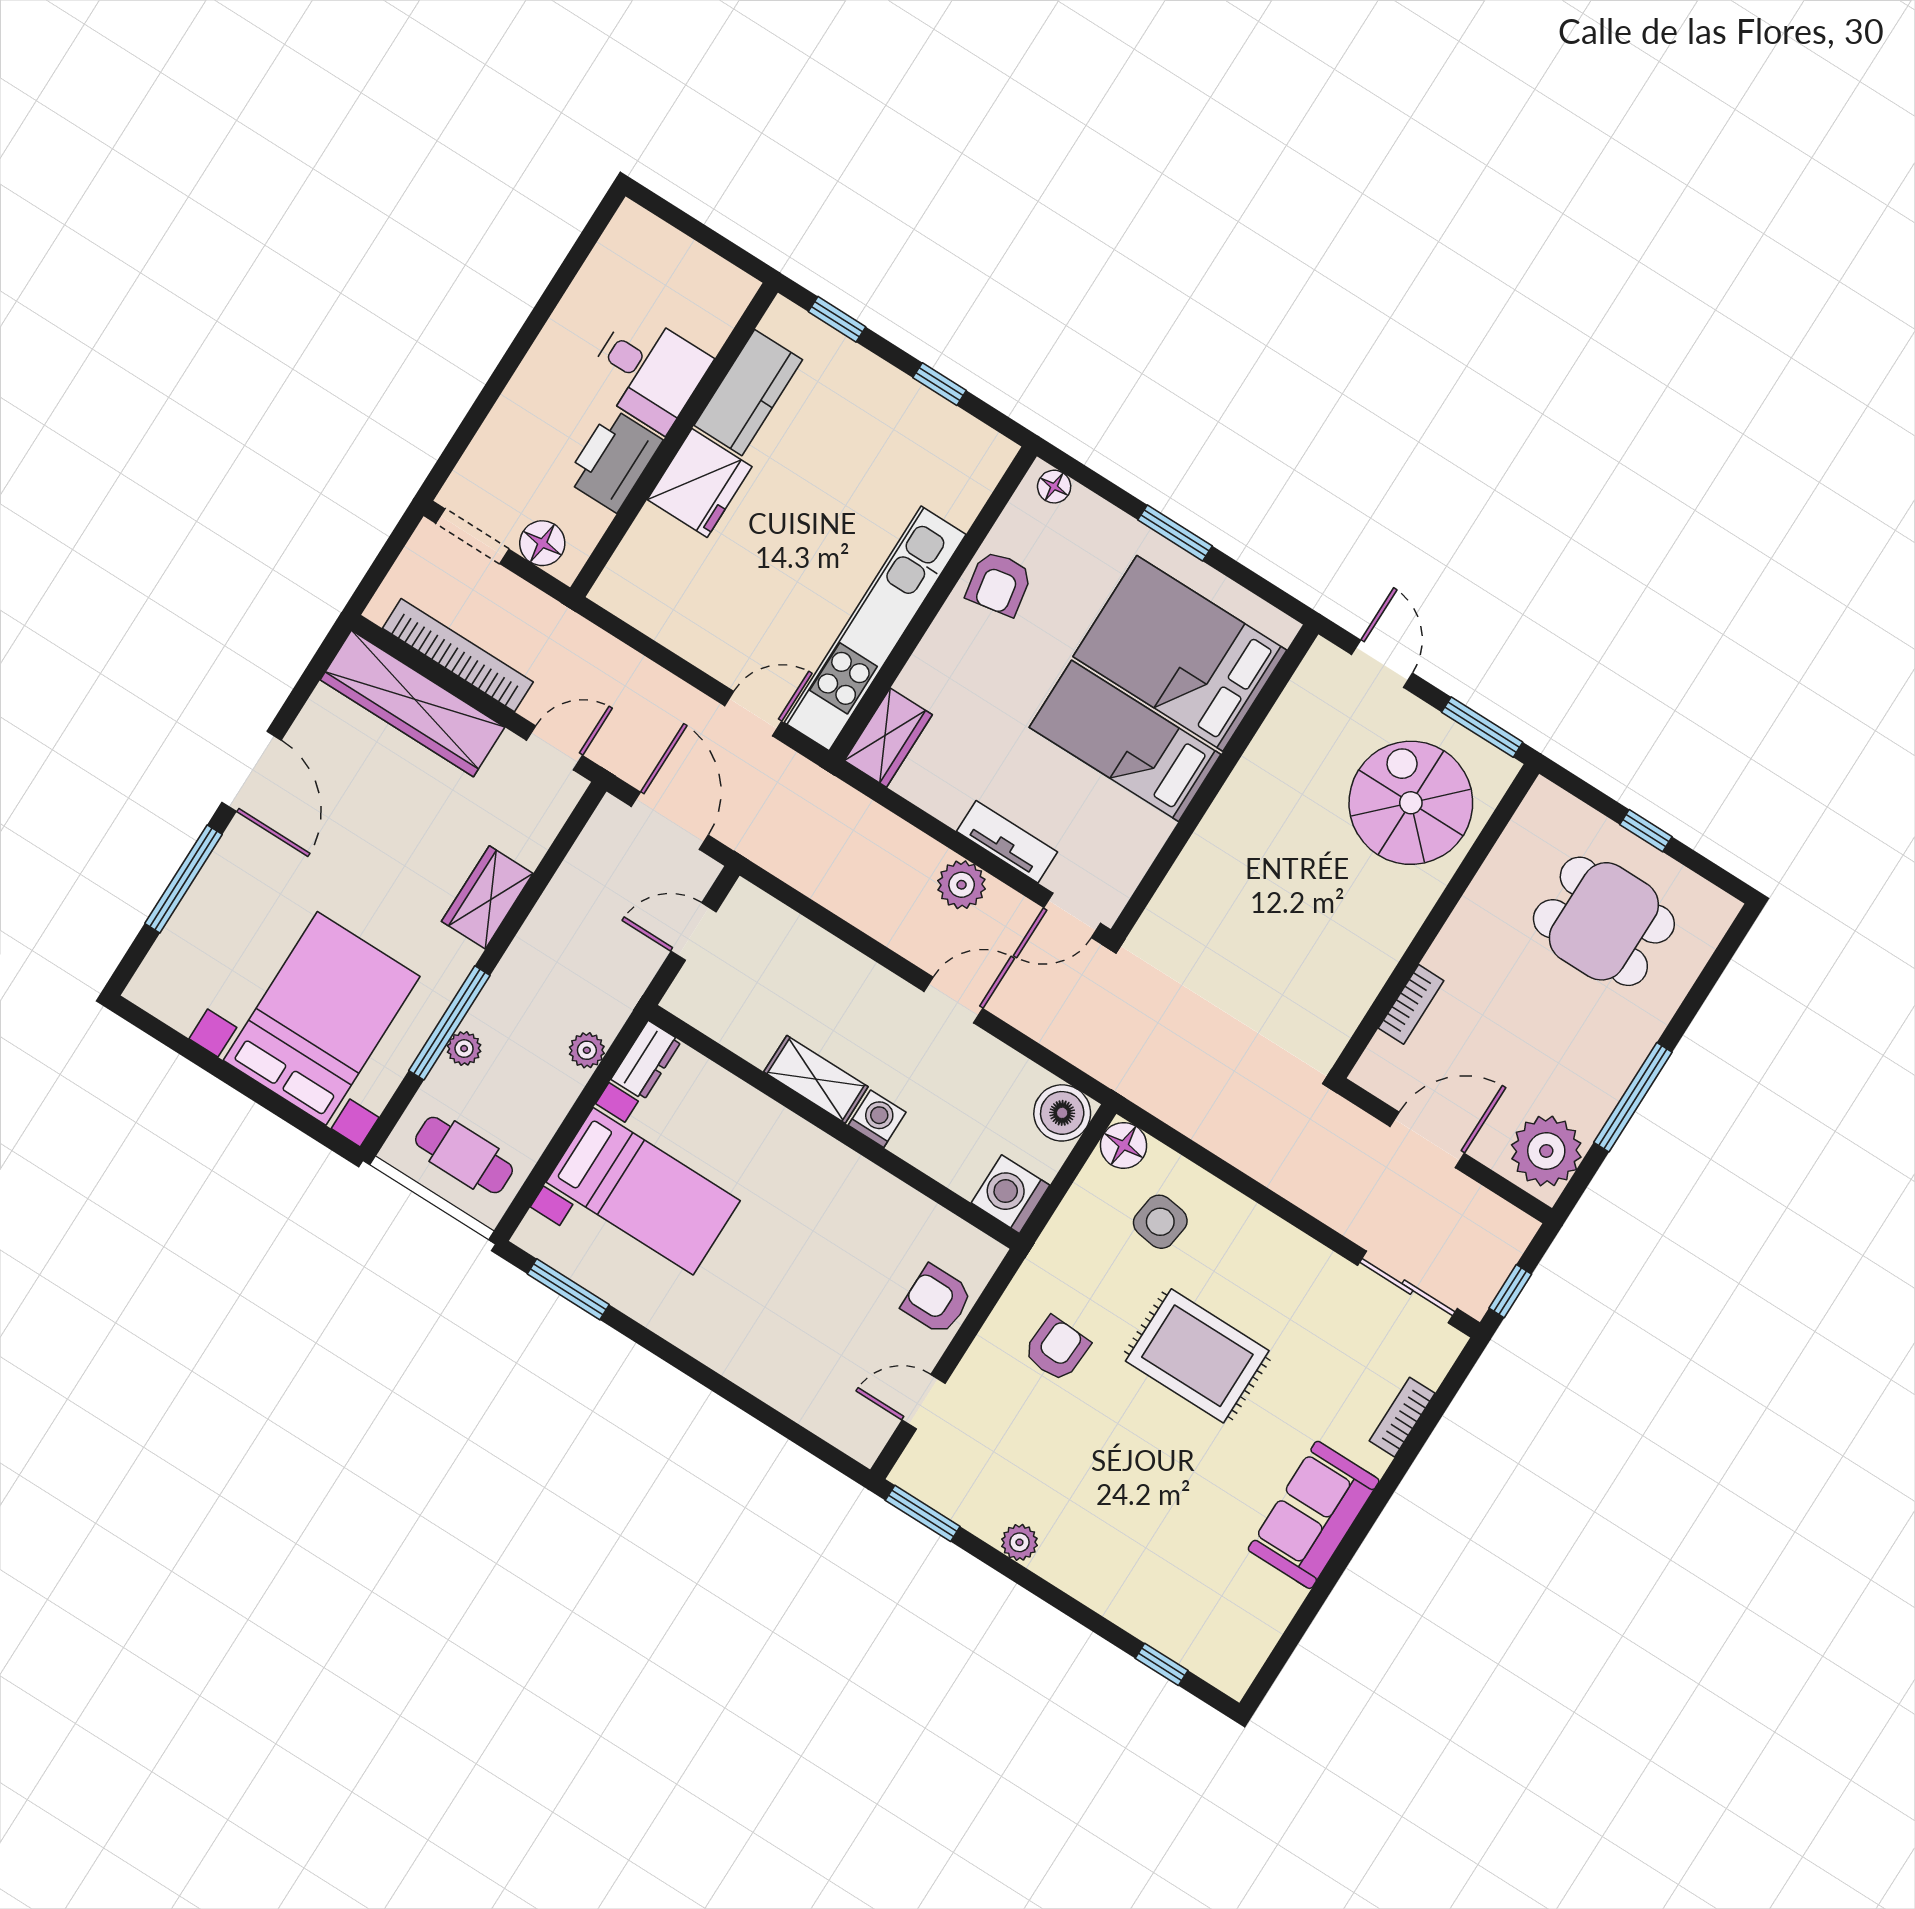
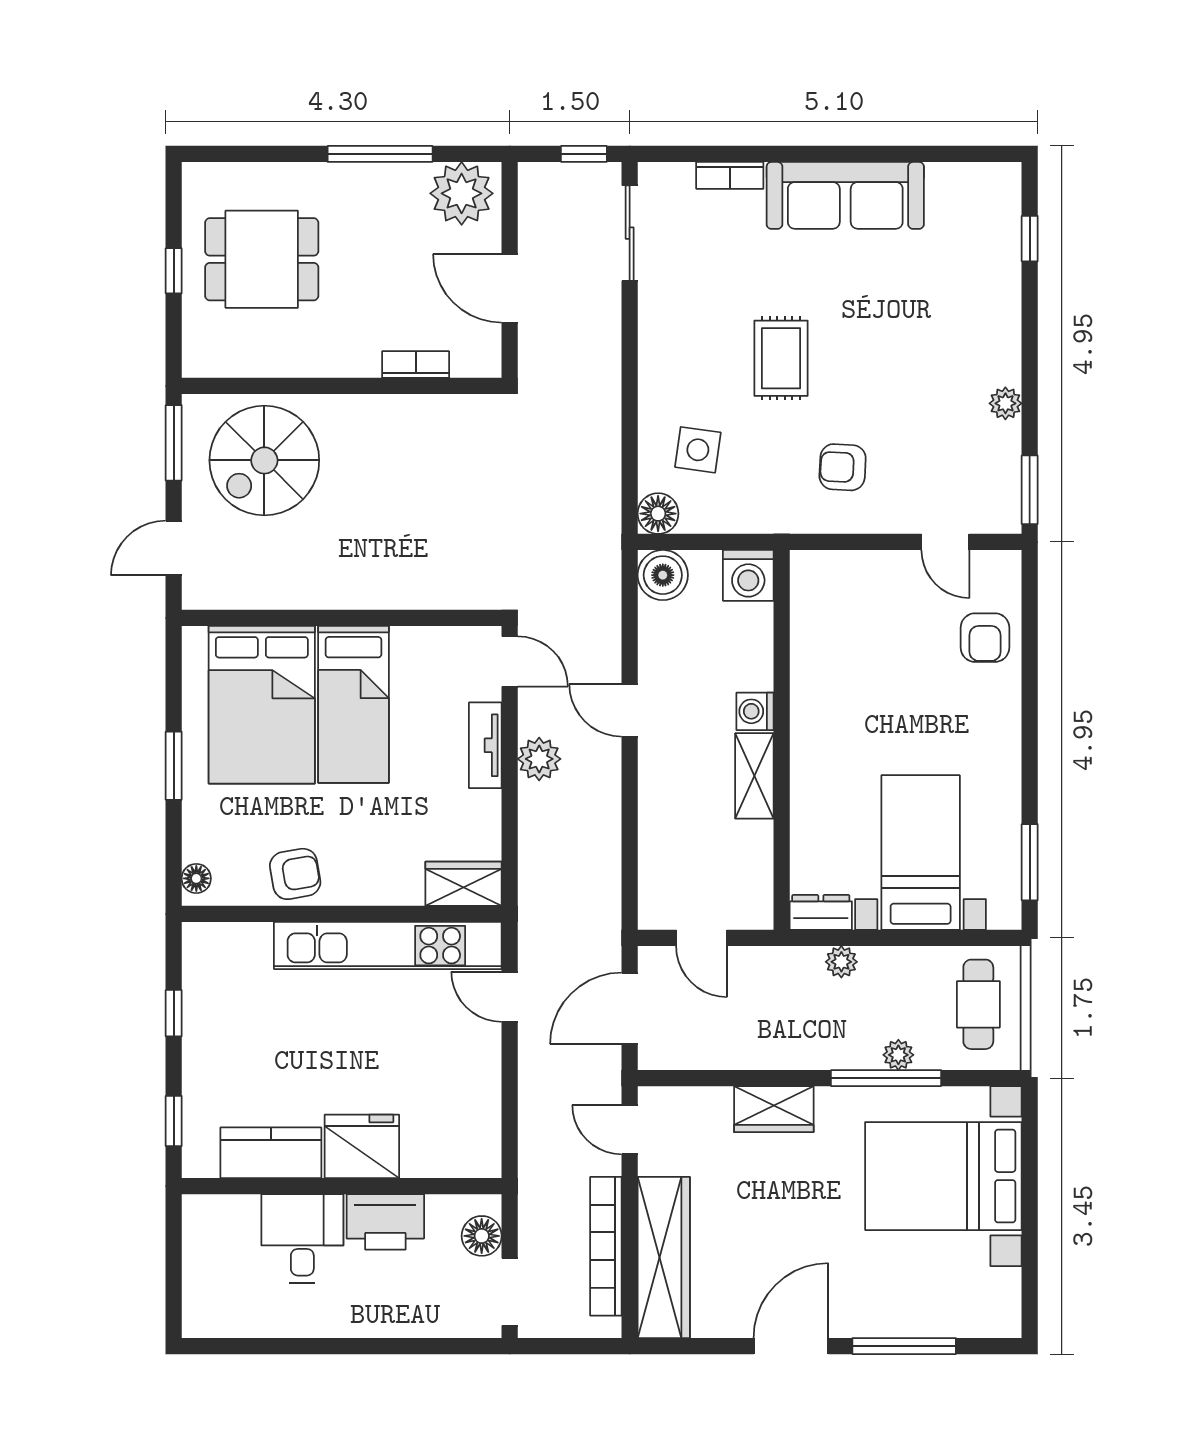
dining table: (1604, 921) -> (262, 259), turned 90
armchair: (937, 1300) -> (985, 638), moved
rug: (1197, 1356) -> (781, 358), width x0.73, depth x0.70
sofa: (1314, 1515) -> (845, 195), width x1.36

